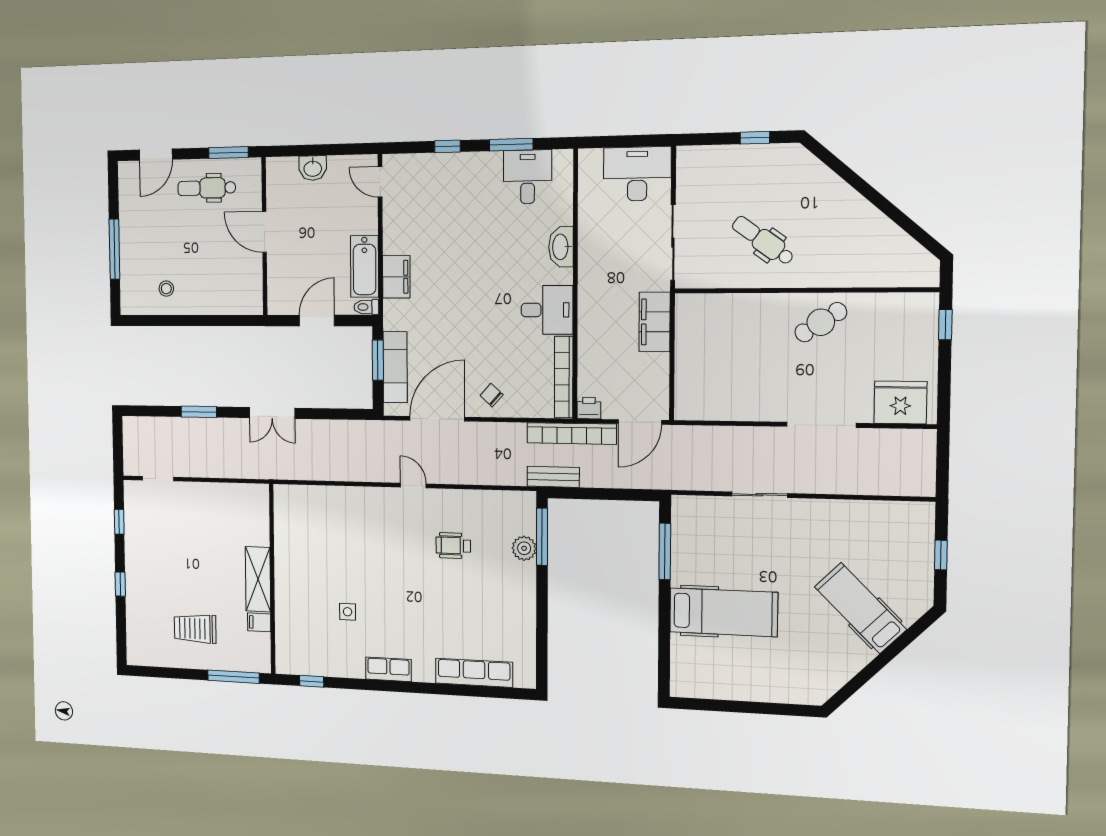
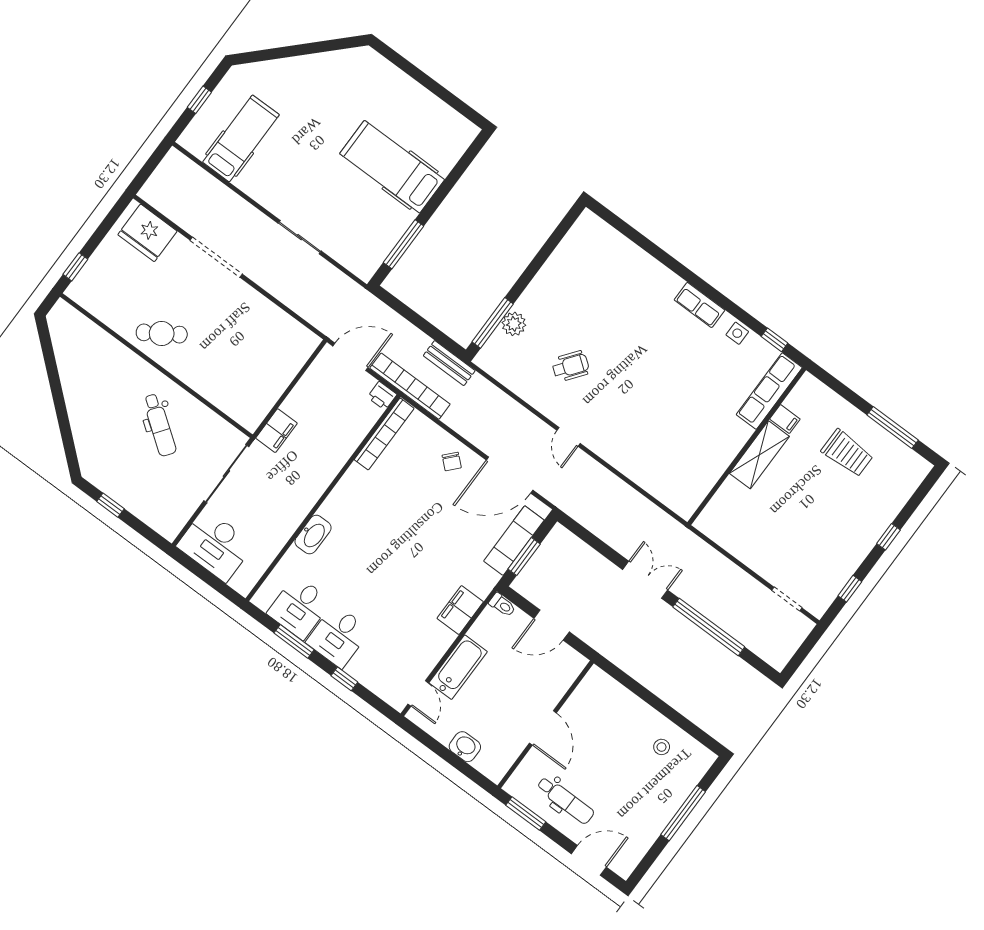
bathtub: (365, 266) -> (458, 667), moved
desk: (547, 310) -> (338, 636), moved, turned -90
filing cabinet: (655, 322) -> (276, 431), width x0.67, depth x0.86
window: (199, 412) -> (709, 627), width x2.11
wheelchair: (453, 546) -> (571, 366), turned -53
hospital bed: (860, 608) -> (241, 138), moved, turned -135
side table: (348, 612) -> (737, 333), moved
row of seats: (474, 673) -> (769, 391), moved, turned 90
window: (233, 677) -> (893, 428), moved

